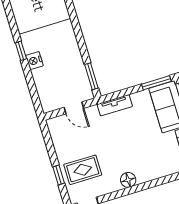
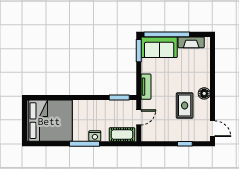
window: (21, 51) -> (85, 144), width x2.17
cot: (46, 94) -> (122, 134), added
rug: (83, 170) -> (185, 106), moved

